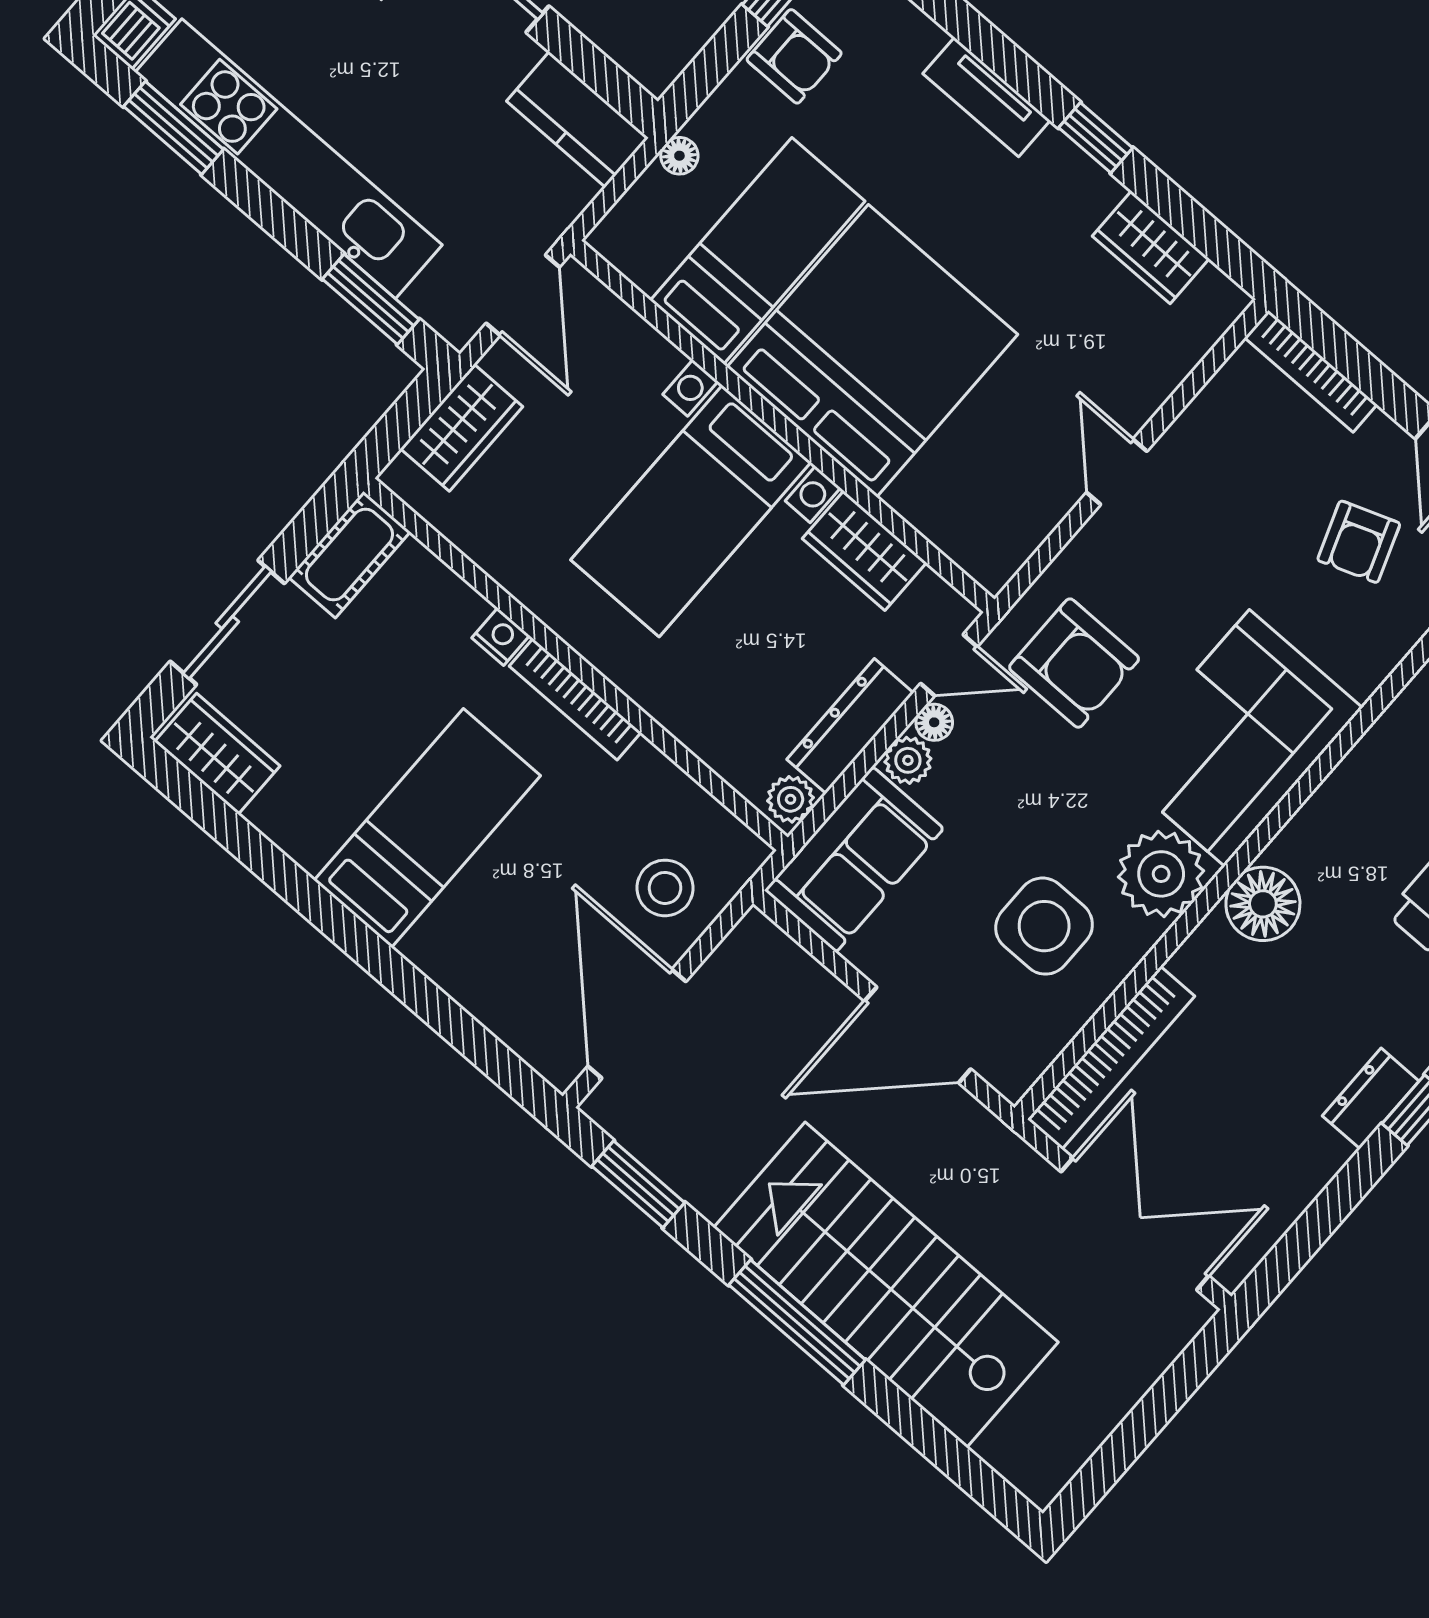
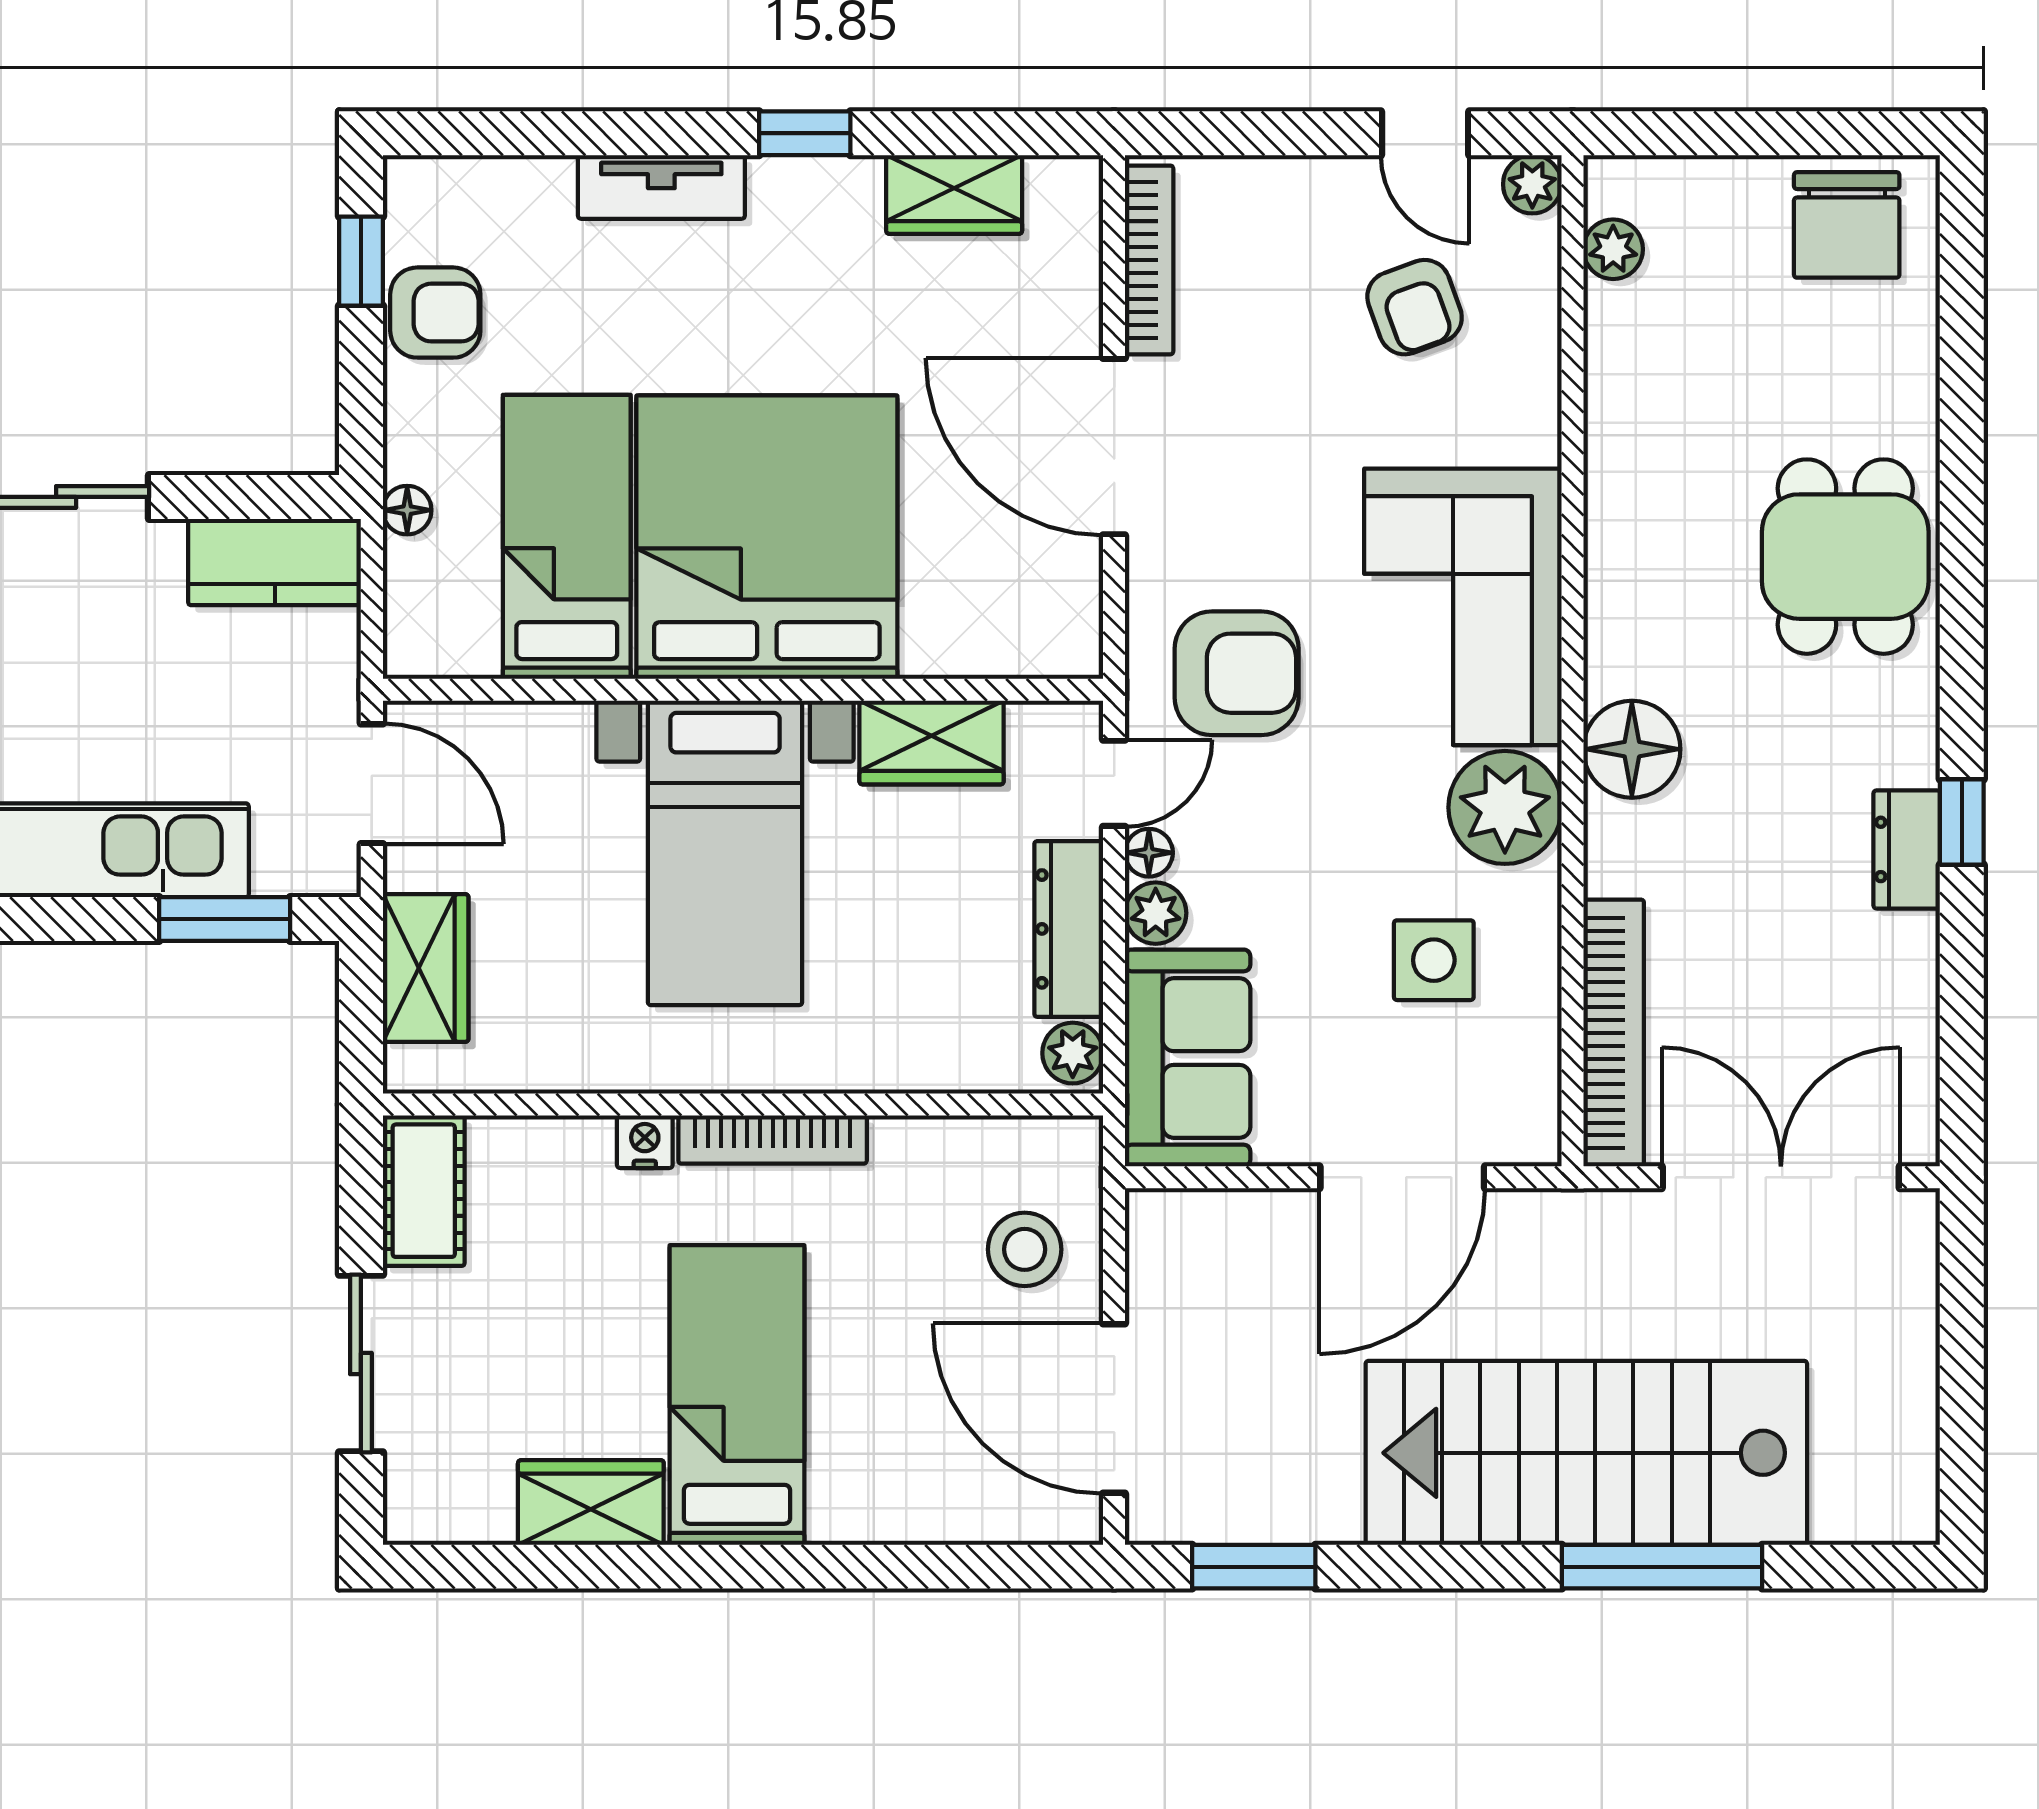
bookcase: (1311, 371) -> (1149, 260), moved, turned -90
door: (1117, 472) -> (1114, 447), width x1.87
wardrobe: (217, 754) -> (591, 1502), moved
side table: (1044, 926) -> (1434, 960), width x0.73, depth x0.73
window: (797, 1322) -> (1662, 1567), moved

